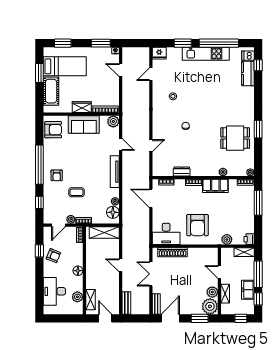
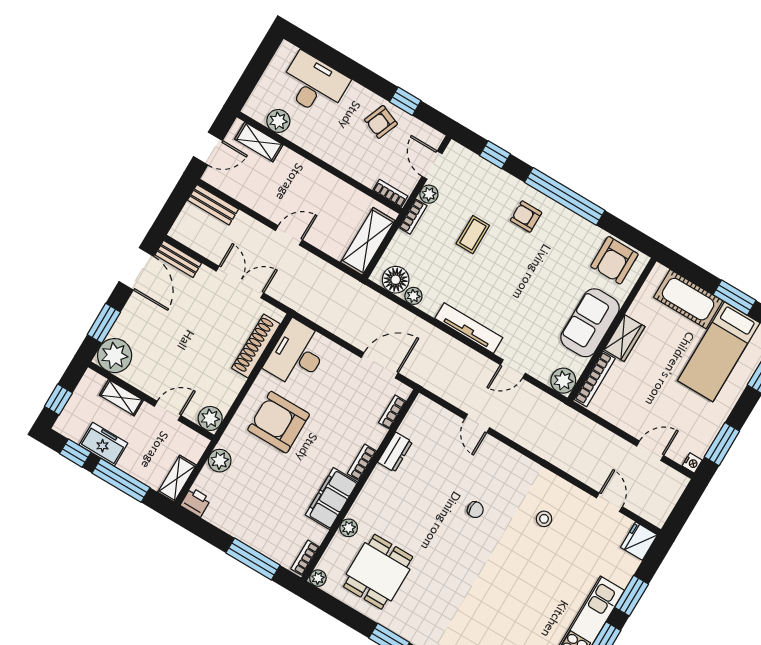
dining table: (235, 138) -> (378, 572), moved
floor lamp: (78, 271) -> (326, 151), removed
plant: (212, 292) -> (210, 418), moved

